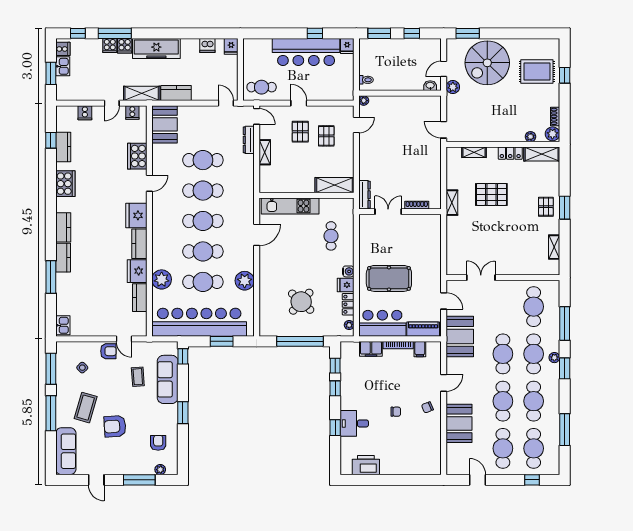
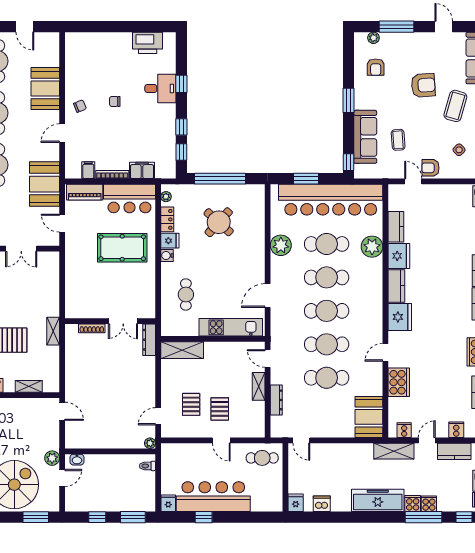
kitchen counter: (176, 93) -> (454, 451), moved
door: (257, 116) -> (268, 358), moved

